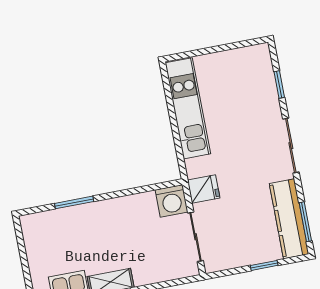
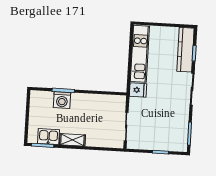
fridge: (204, 189) -> (138, 90), moved
washing machine: (172, 201) -> (62, 100), moved
kitchen counter: (289, 219) -> (185, 50), moved

